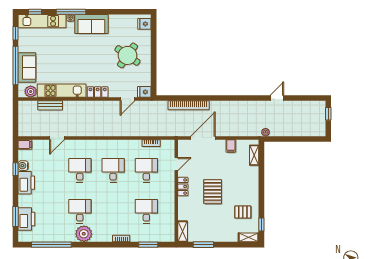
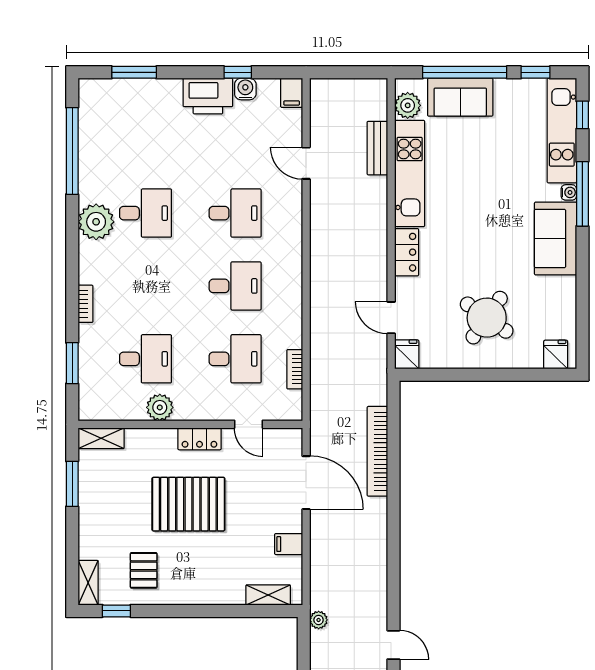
pallet: (213, 192) -> (188, 504), width x1.37, depth x1.41
plant: (168, 205) -> (160, 407), added
printer: (26, 219) -> (128, 96), removed

